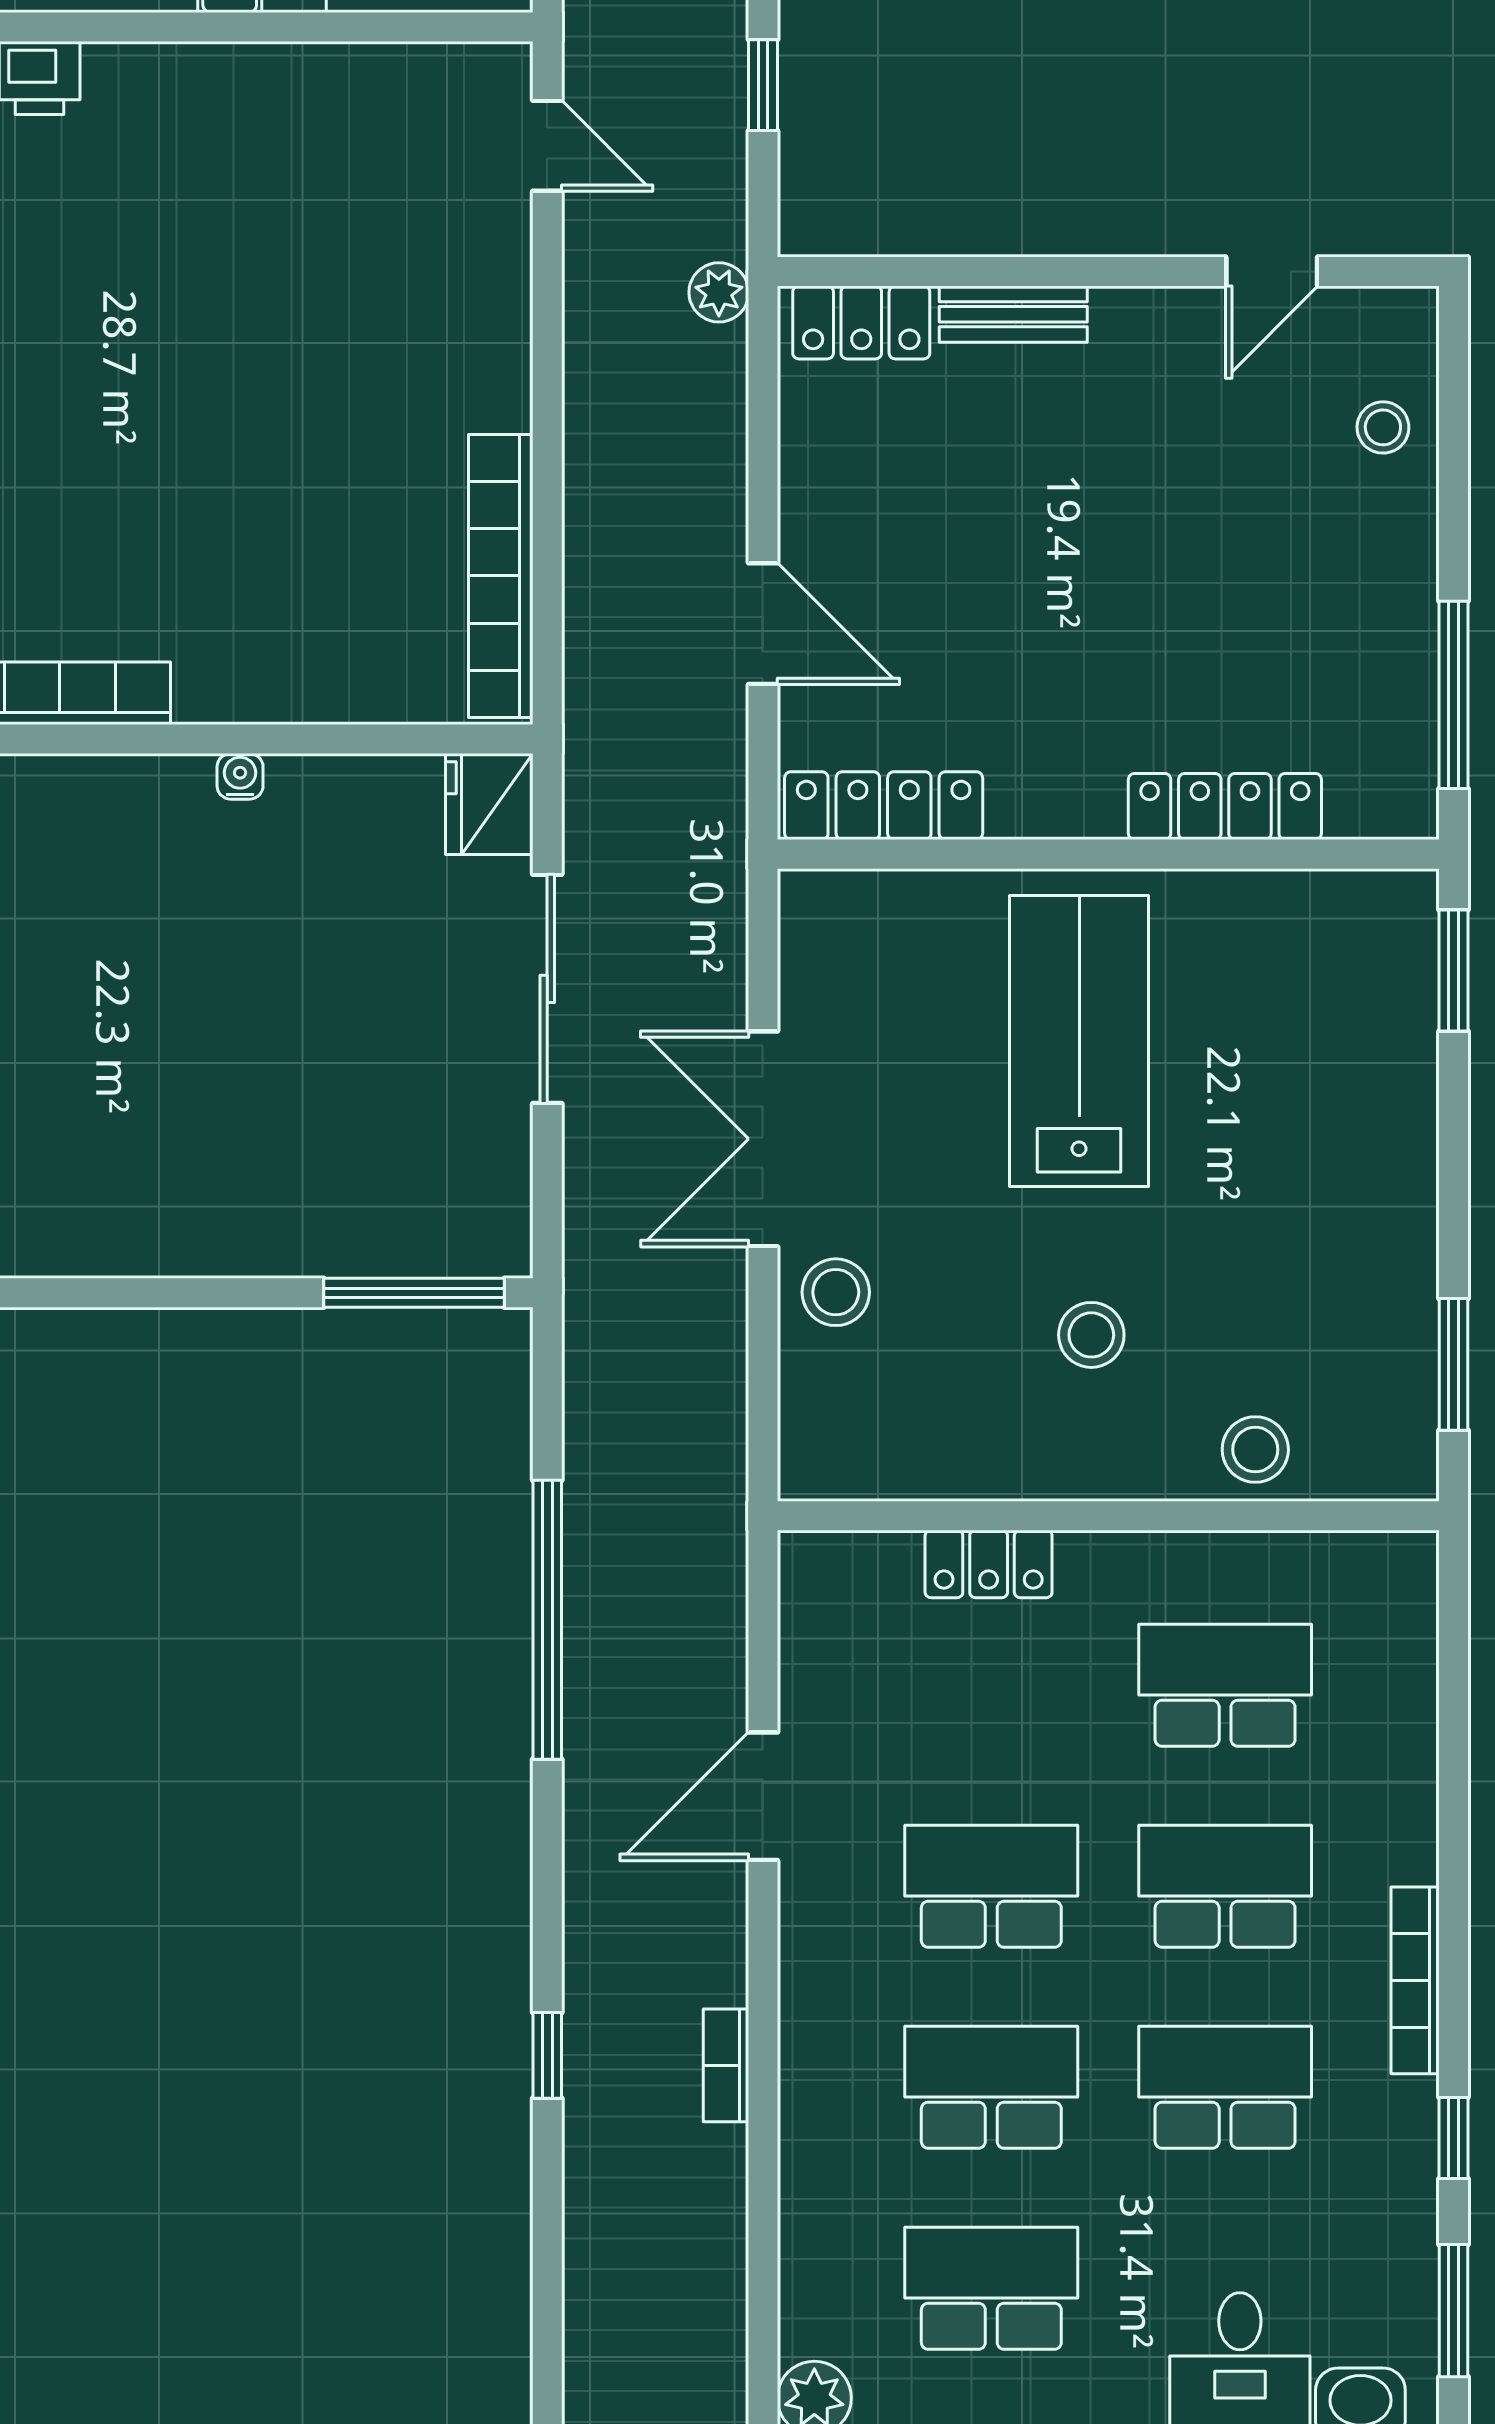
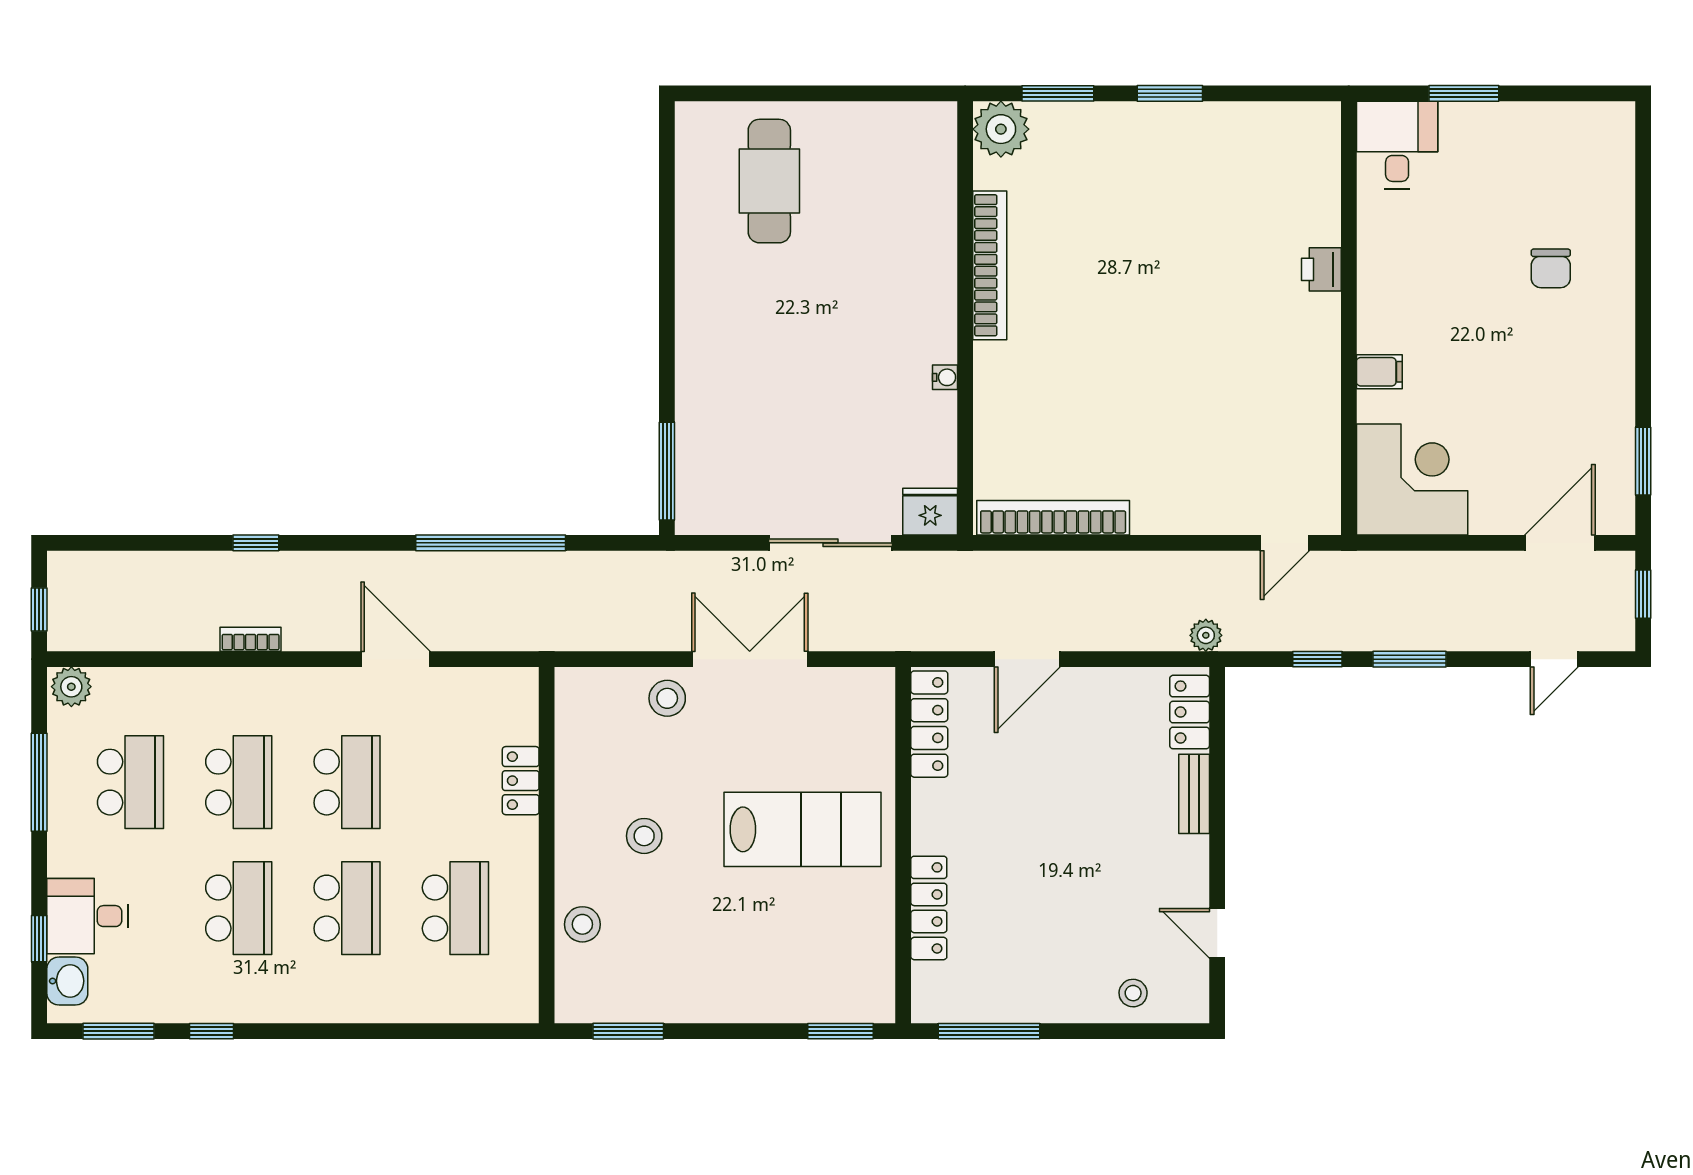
bookcase: (1415, 1980) -> (296, 1010), removed

